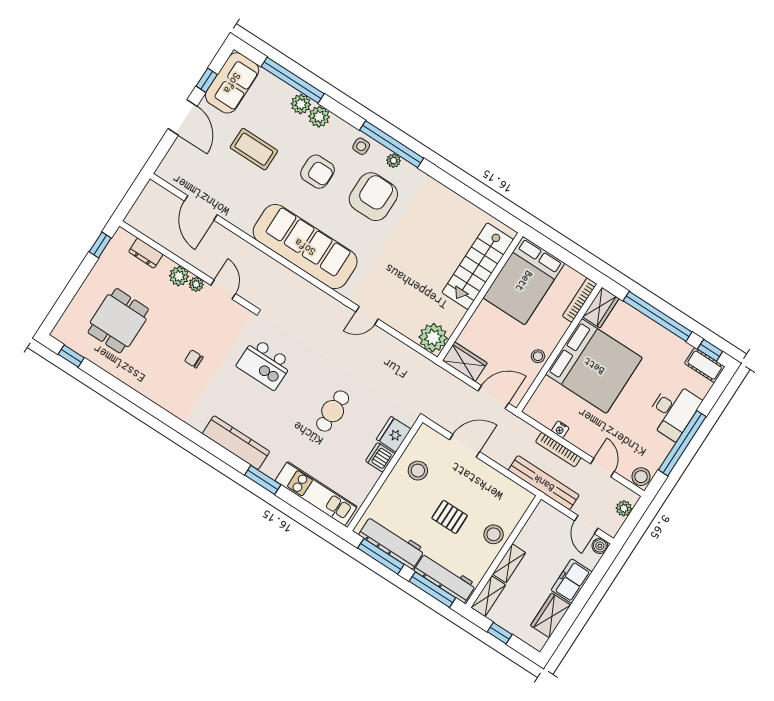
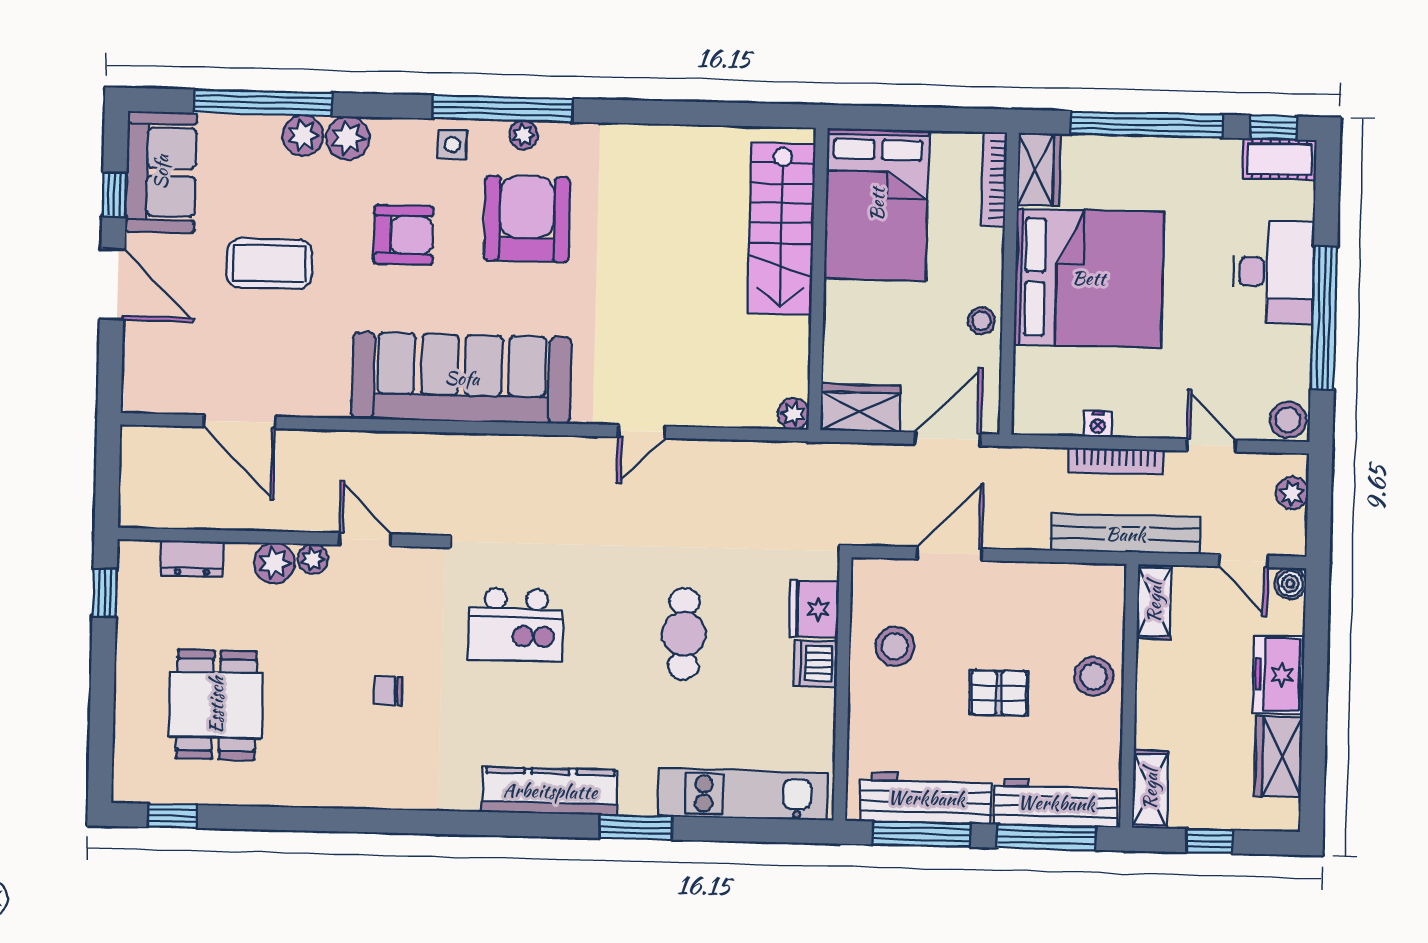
plant: (433, 338) -> (793, 414), width x0.53, depth x0.53
shelving: (509, 563) -> (1154, 602), moved

